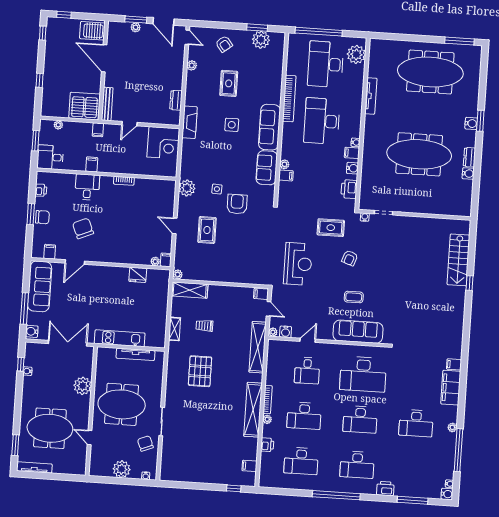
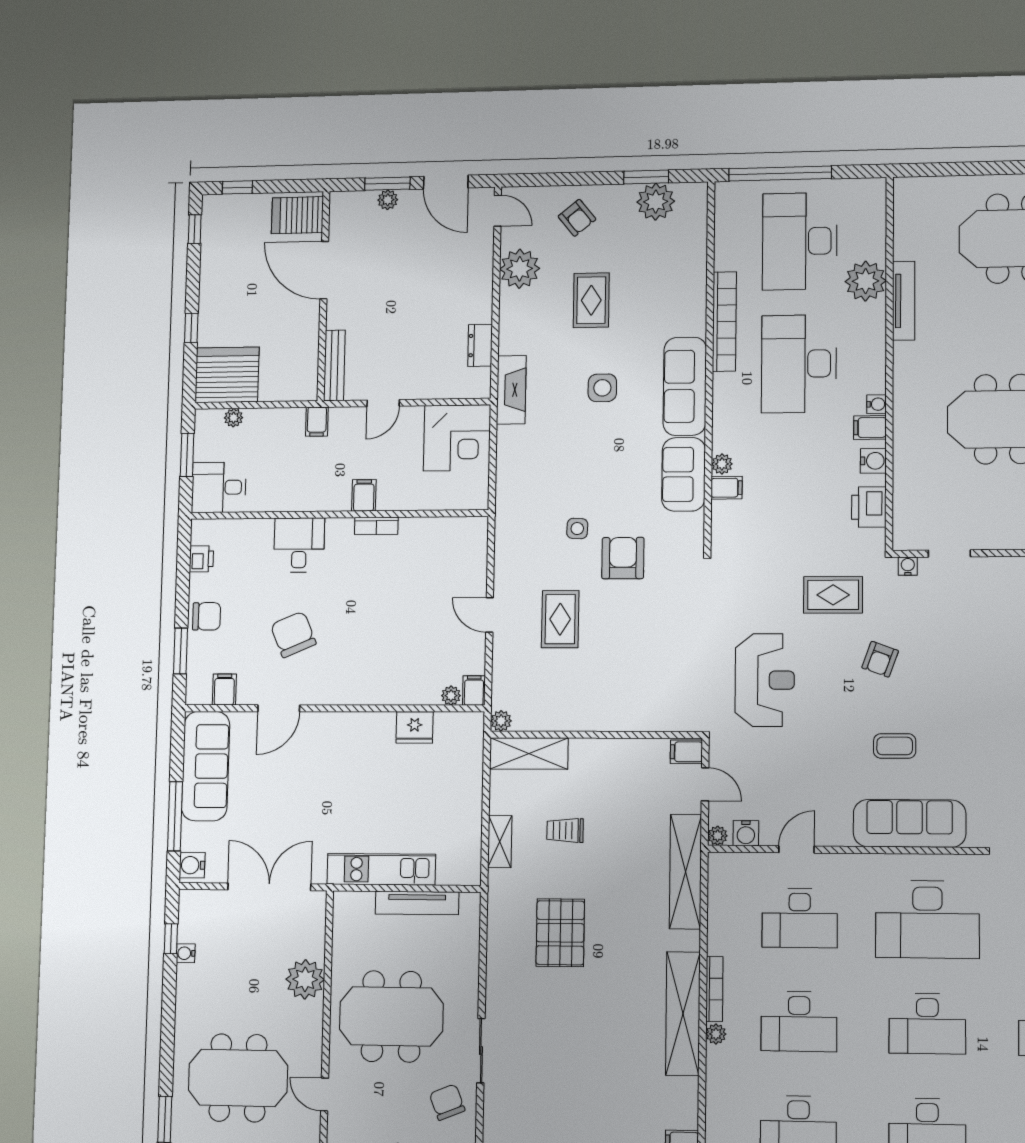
plant: (356, 54) -> (866, 281), moved
plant: (192, 65) -> (520, 269), width x1.88, depth x1.88
server rack: (85, 106) -> (227, 375), moved
filing cabinet: (92, 164) -> (364, 495), moved
plant: (187, 188) -> (512, 531), removed
window: (31, 214) -> (180, 651), moved
desk: (307, 371) -> (800, 918), width x1.37
printer: (267, 445) -> (719, 1092), removed

